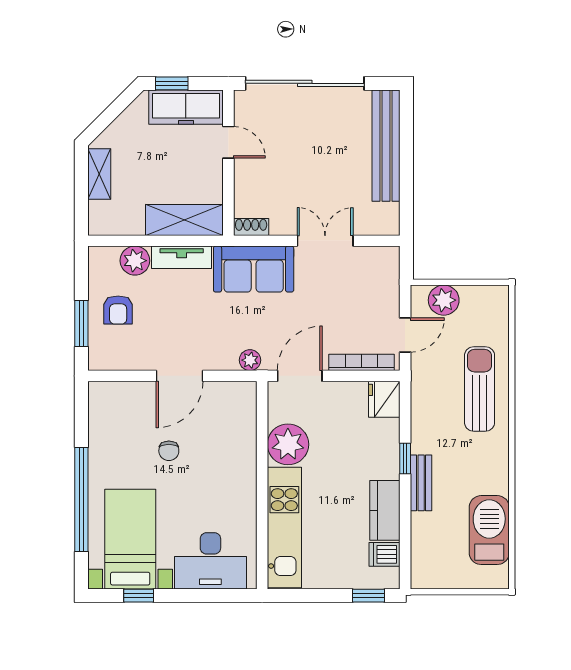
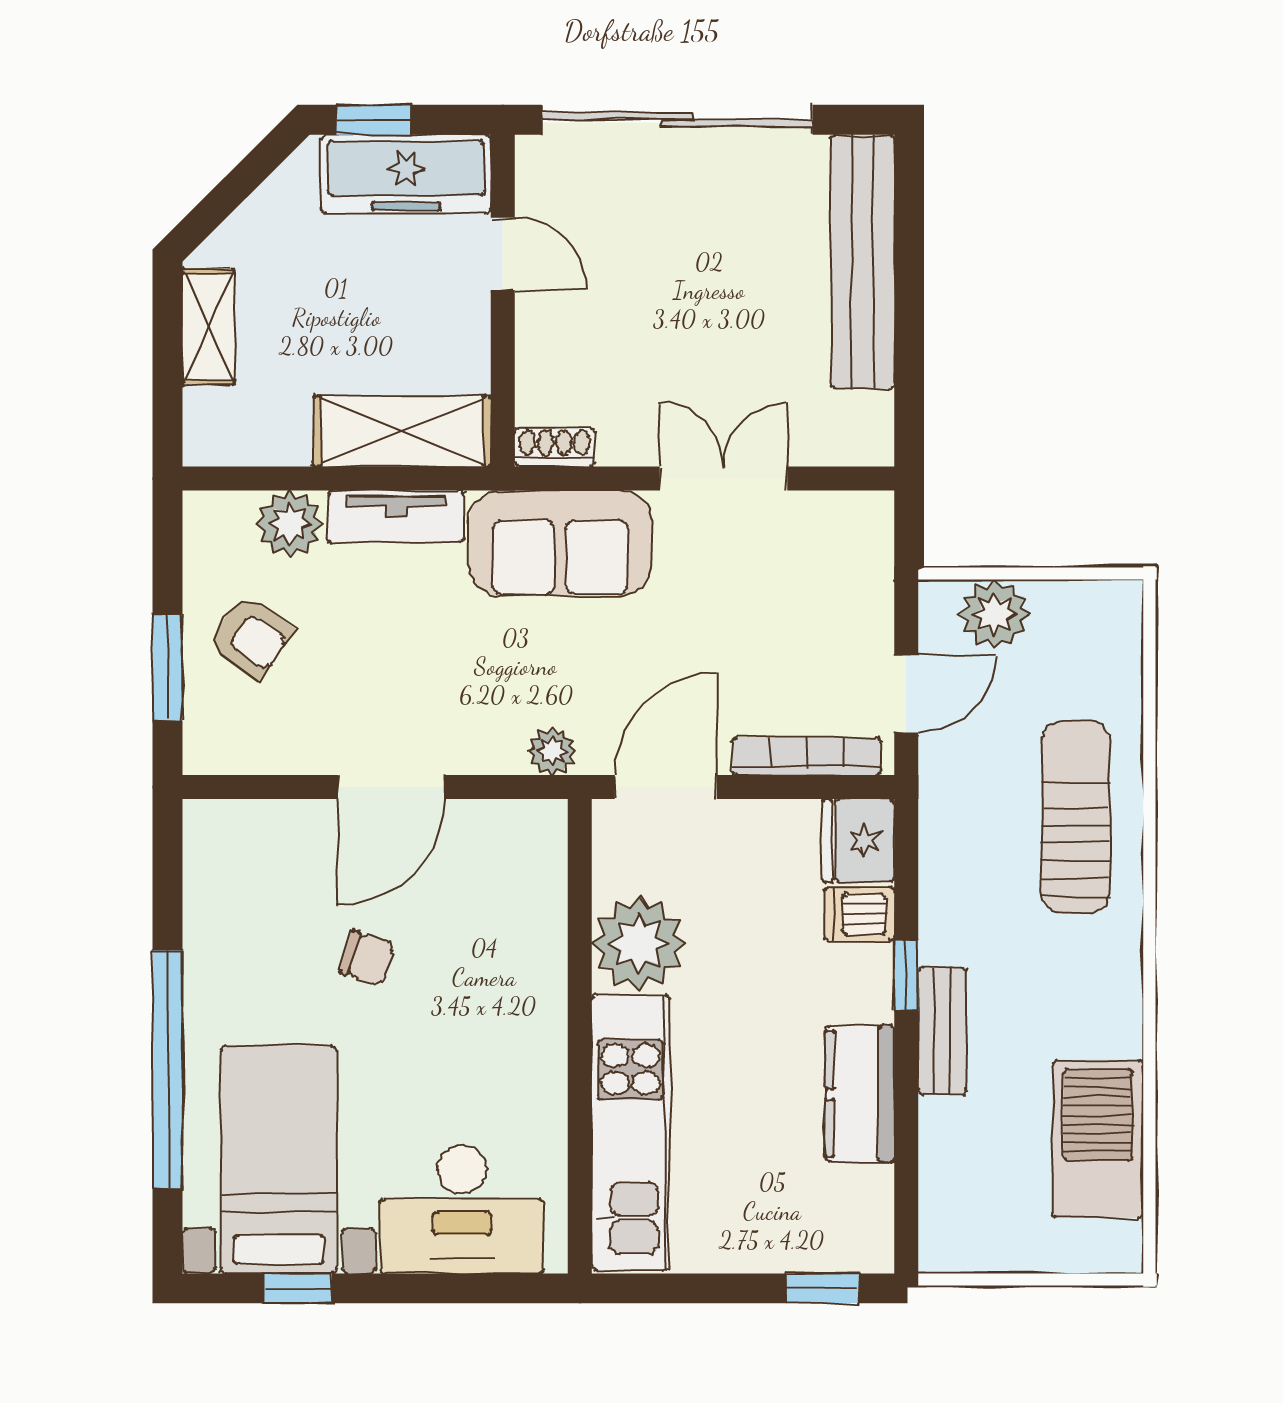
armchair: (118, 310) -> (251, 637), turned -54
chair: (169, 451) -> (367, 958), turned -73
dishwasher: (385, 554) -> (859, 914), moved

